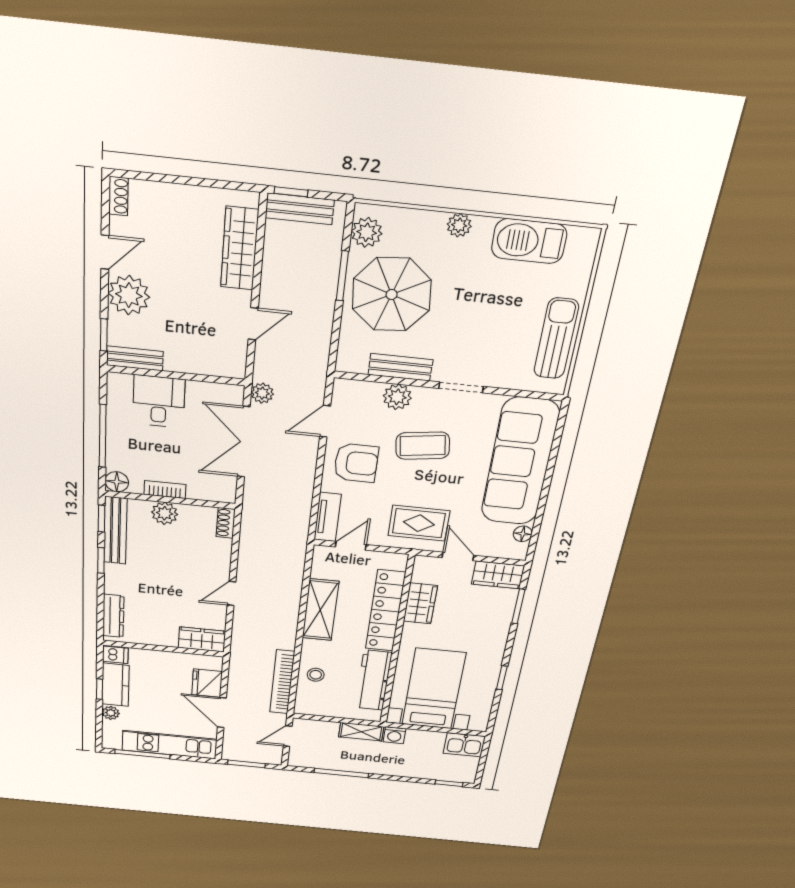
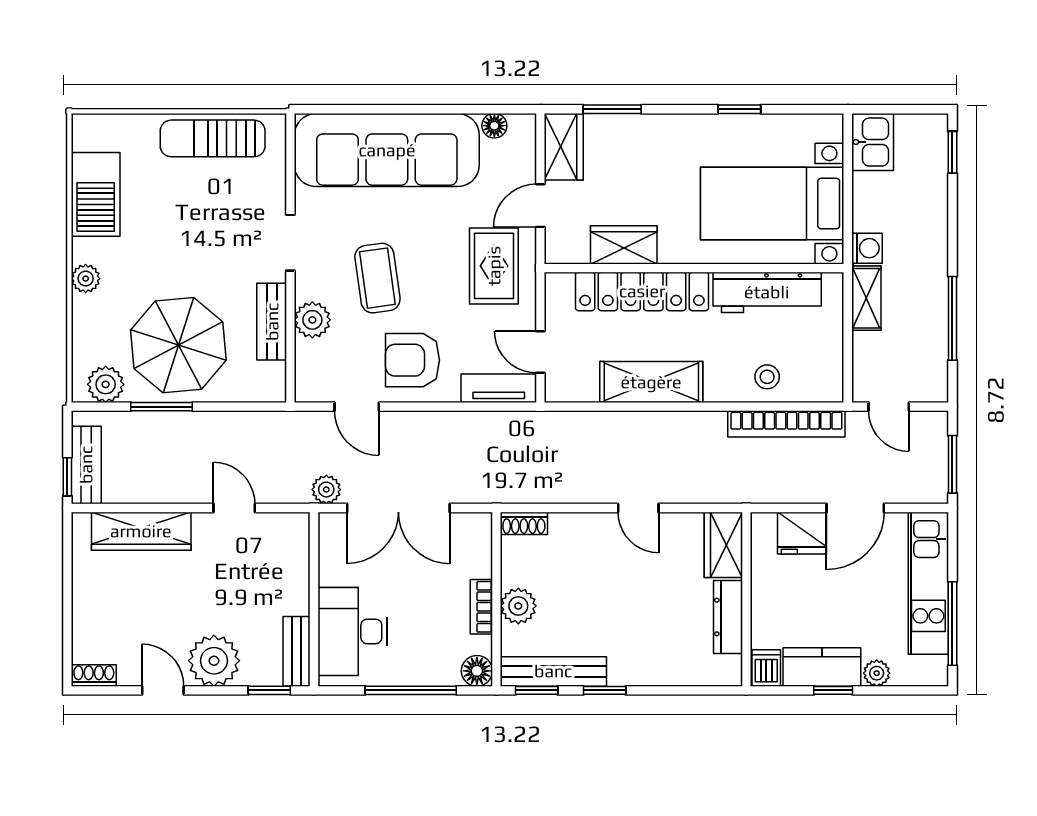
desk: (159, 401) -> (353, 631), width x1.37
armchair: (356, 463) -> (412, 360), turned -90
dresser: (113, 616) -> (728, 617), moved, turned -90

